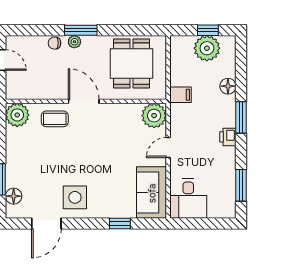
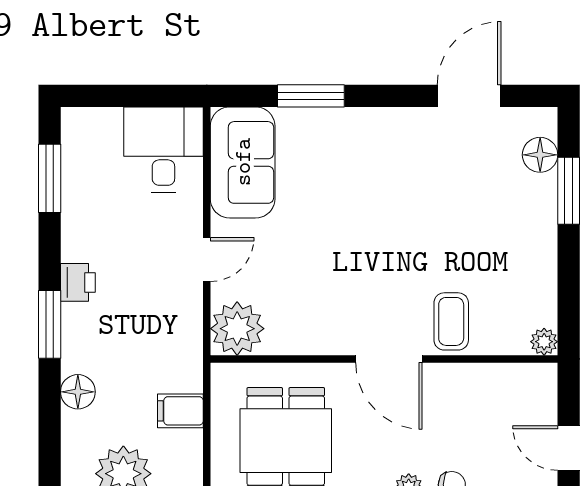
filing cabinet: (180, 95) -> (180, 411), moved
plant: (17, 115) -> (544, 342), width x0.53, depth x0.53
coffee table: (55, 119) -> (451, 321), turned 90
side table: (75, 197) -> (408, 152), removed
window: (120, 223) -> (311, 96), width x1.50

